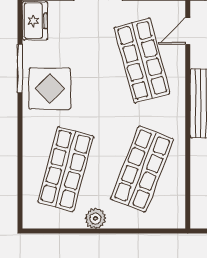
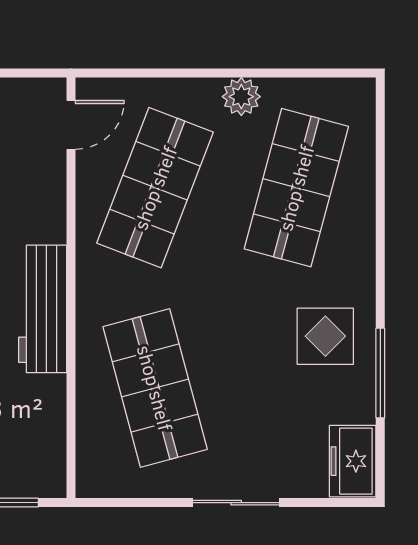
door: (188, 31) -> (71, 125), moved
display table: (50, 88) -> (325, 336), width x0.73, depth x0.73

